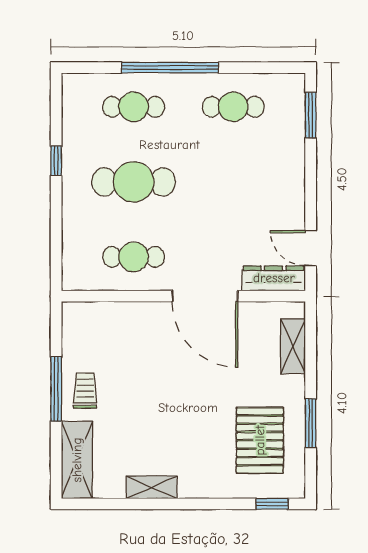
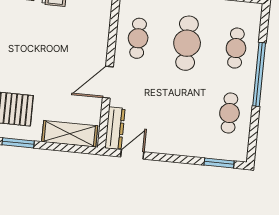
door: (205, 296) -> (108, 82), width x0.73
shelving: (293, 346) -> (70, 134), width x1.50, depth x1.33

